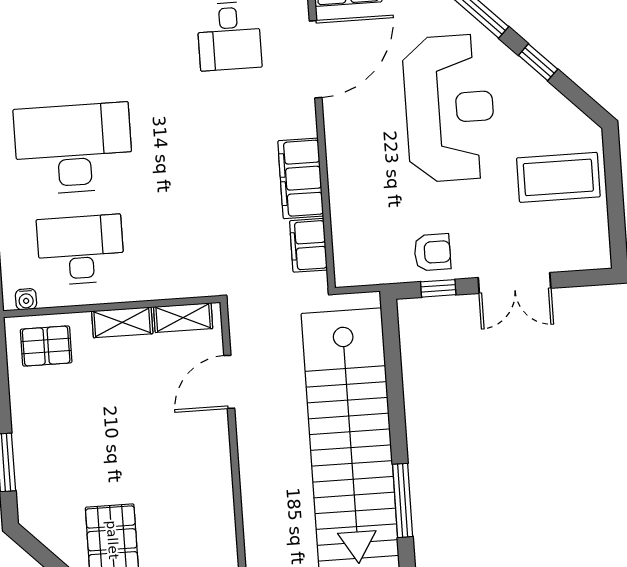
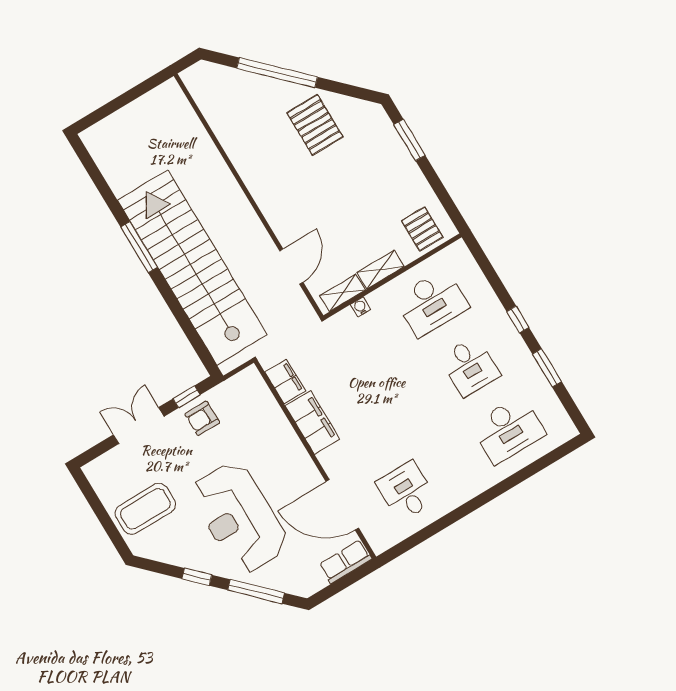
desk: (66, 47) -> (508, 430), added
door: (316, 59) -> (342, 505), hinge flipped
desk: (73, 149) -> (470, 366), width x0.53, depth x0.77
water cooler: (26, 299) -> (361, 307), moved
pallet: (46, 346) -> (422, 229), turned 90

